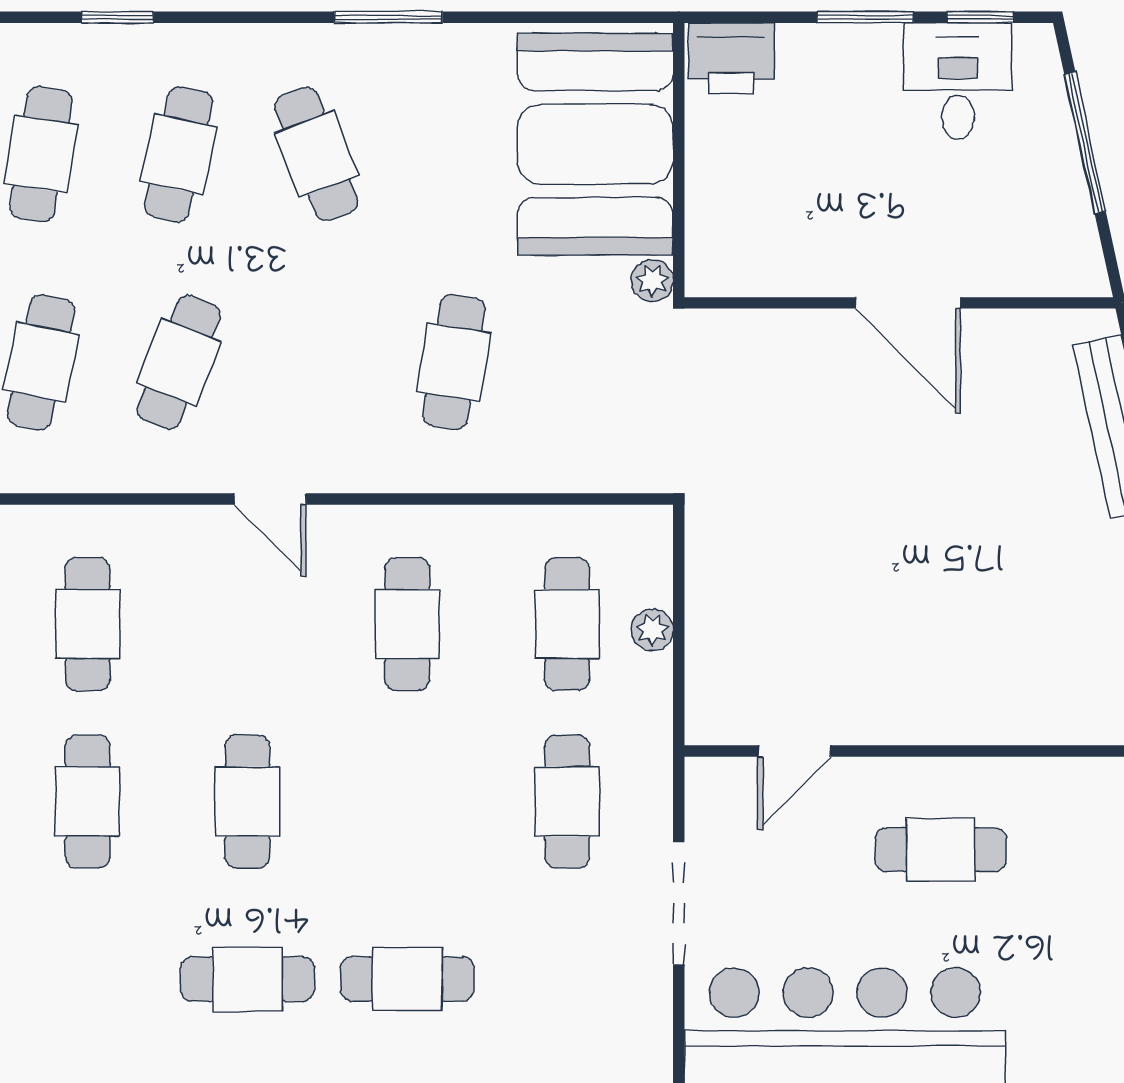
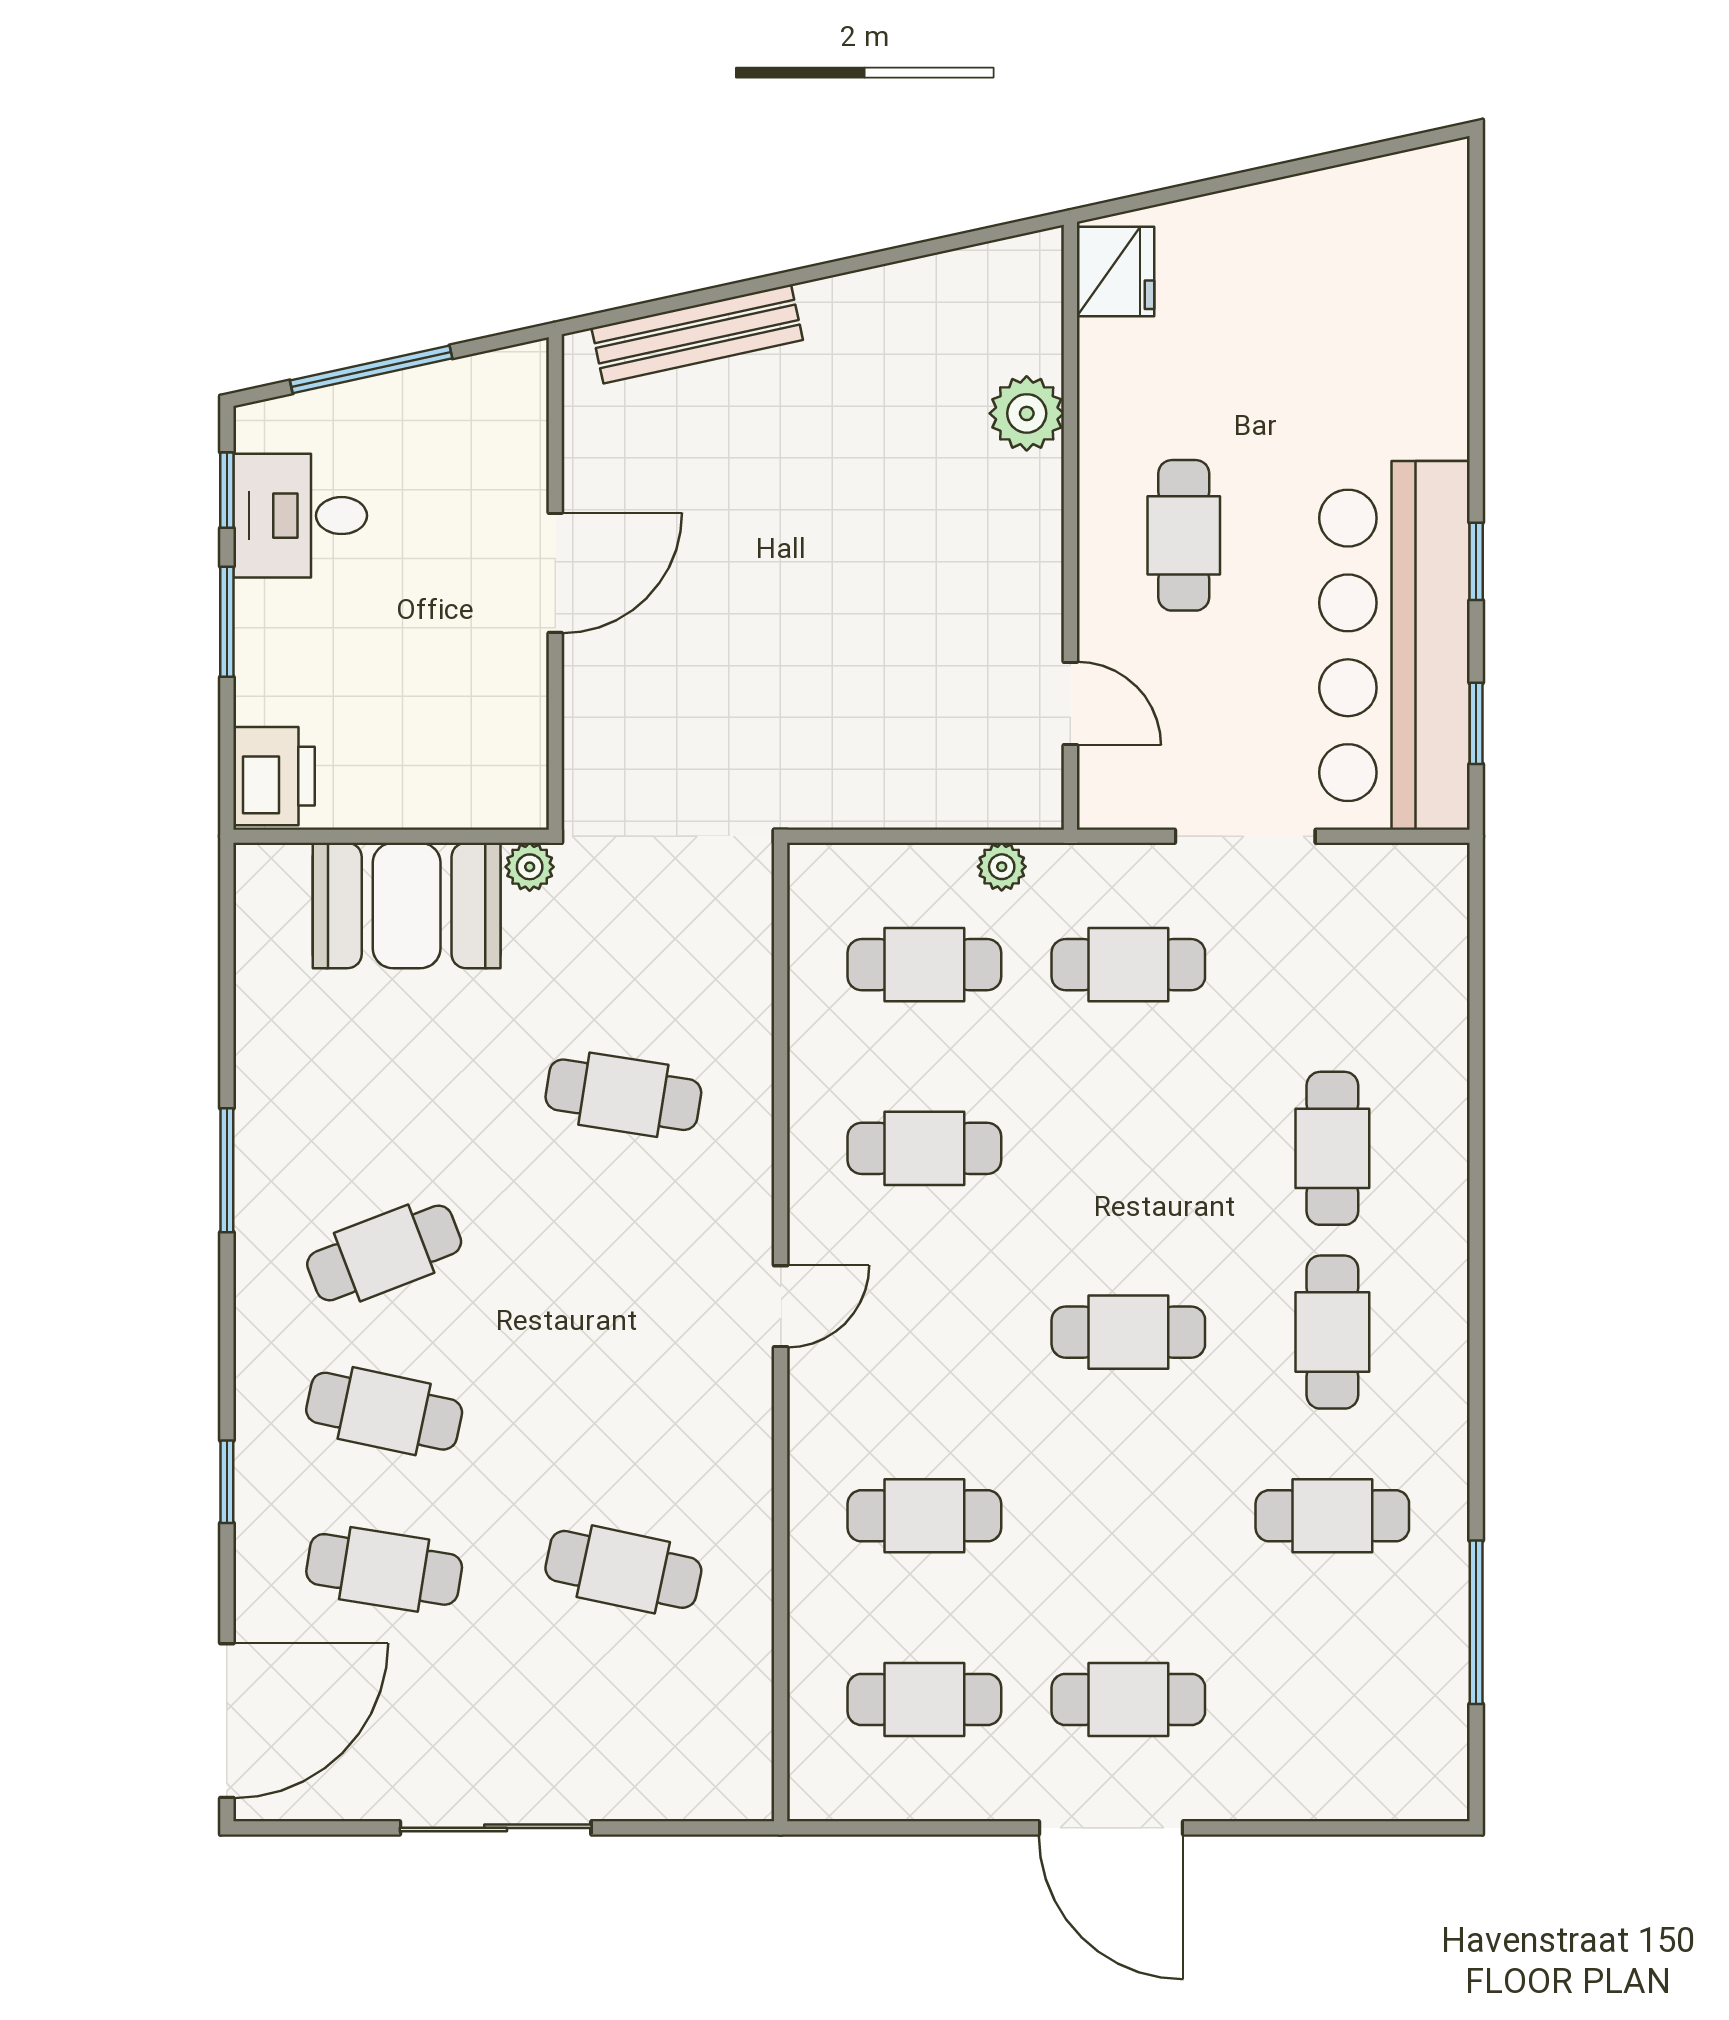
booth: (595, 144) -> (407, 906), width x0.73, depth x0.70
cafe table: (179, 362) -> (623, 1411), removed
plant: (652, 630) -> (1002, 867), moved
plant: (1047, 713) -> (1027, 413), added
cafe table: (88, 802) -> (1332, 1516), moved

